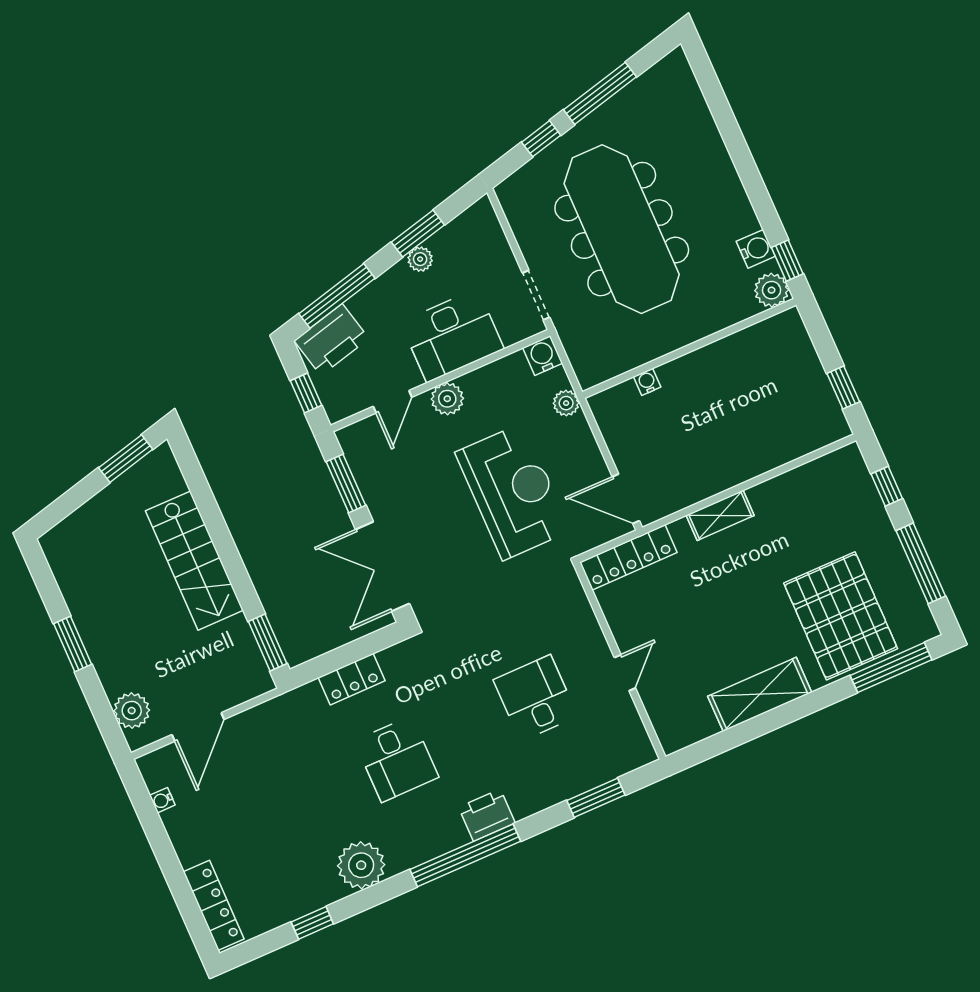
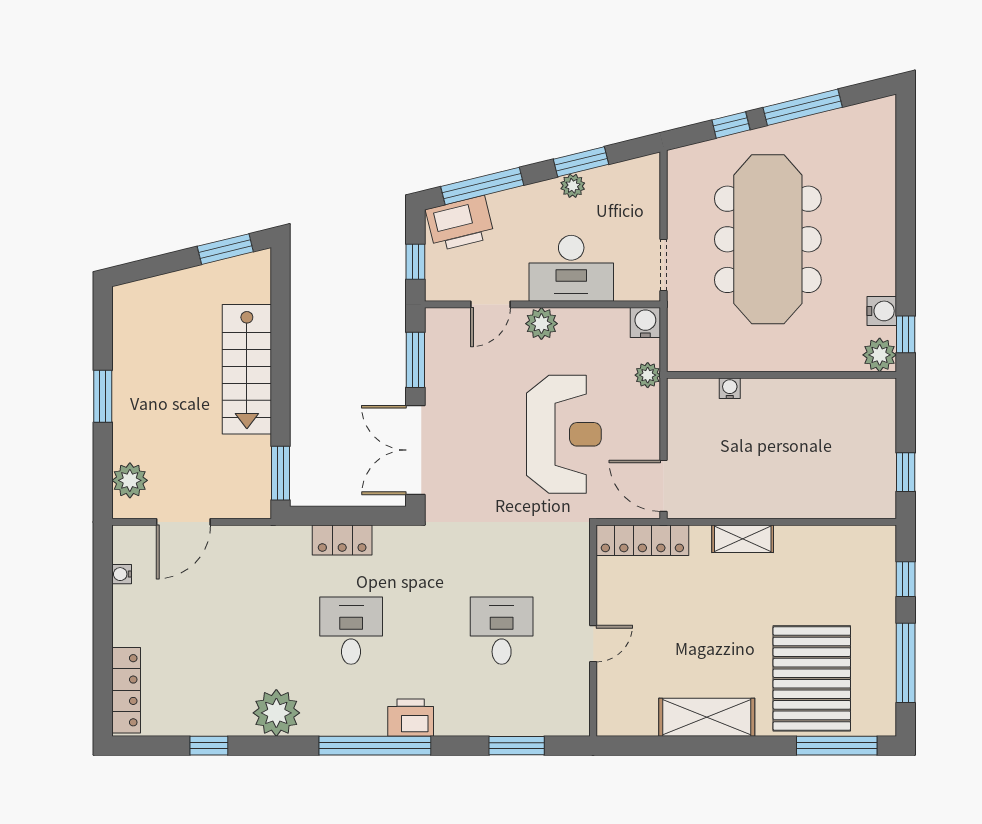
desk: (397, 759) -> (351, 631), turned 180

